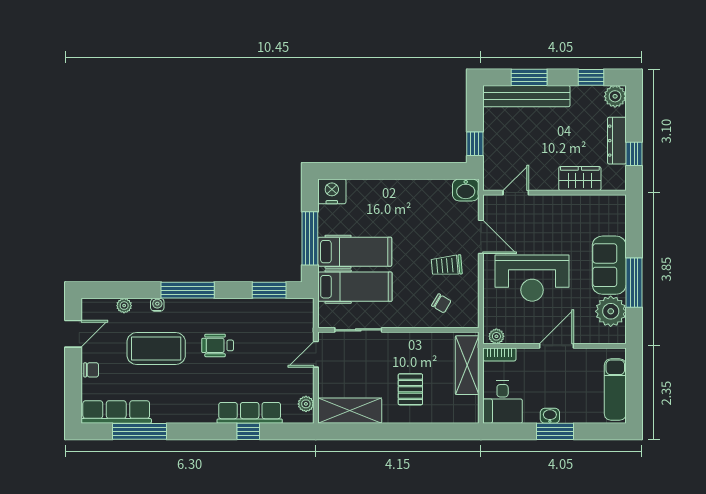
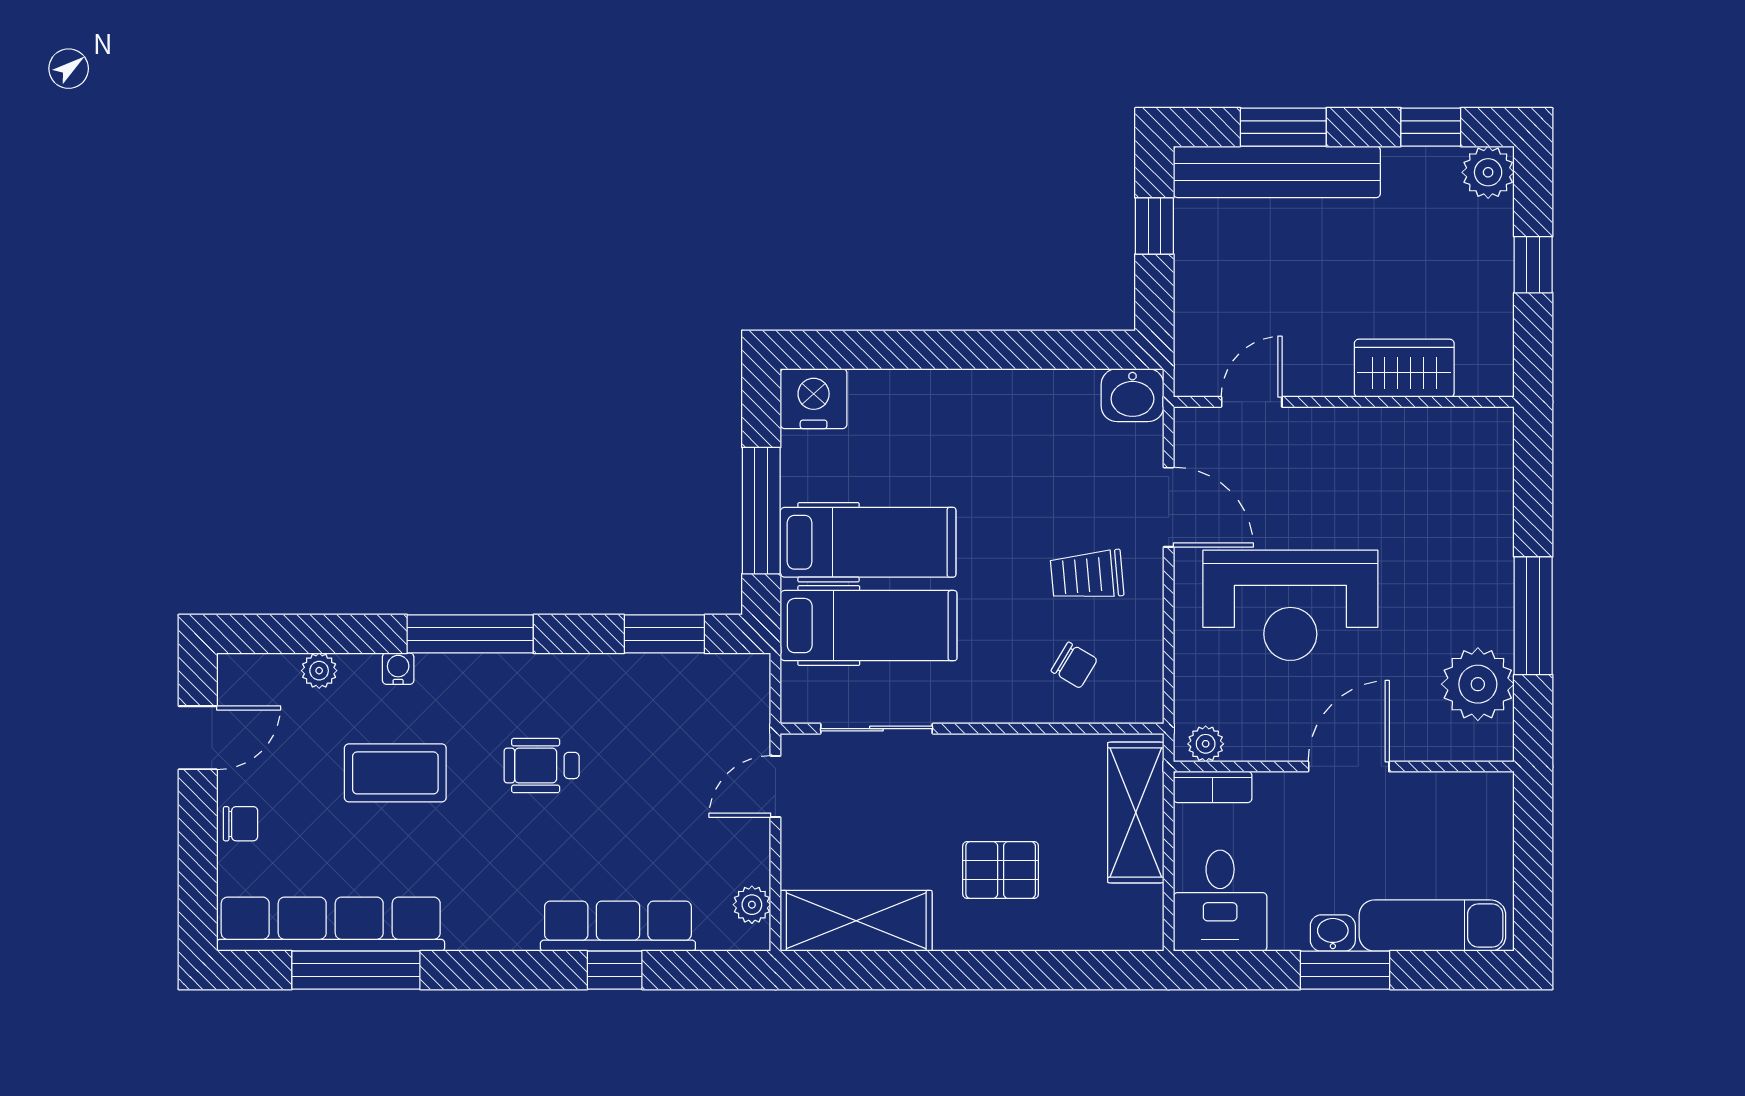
dresser: (617, 141) -> (1492, 278), removed
window: (475, 144) -> (1154, 226), moved
window: (634, 154) -> (1533, 265), moved
sofa: (609, 265) -> (1474, 574), removed
coffee table: (156, 349) -> (395, 773), width x0.73, depth x0.76
pallet: (410, 389) -> (1001, 870), turned 90
exam couch: (615, 390) -> (1432, 926), moved, turned 90
row of seats: (116, 412) -> (331, 924), width x1.36

